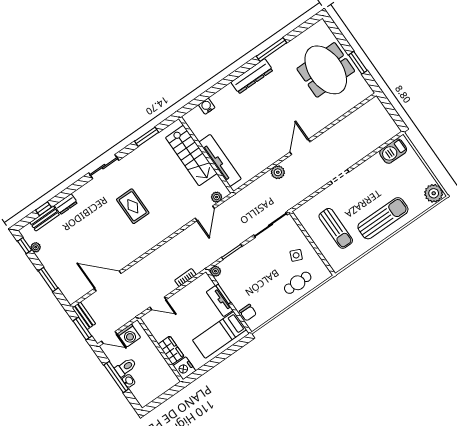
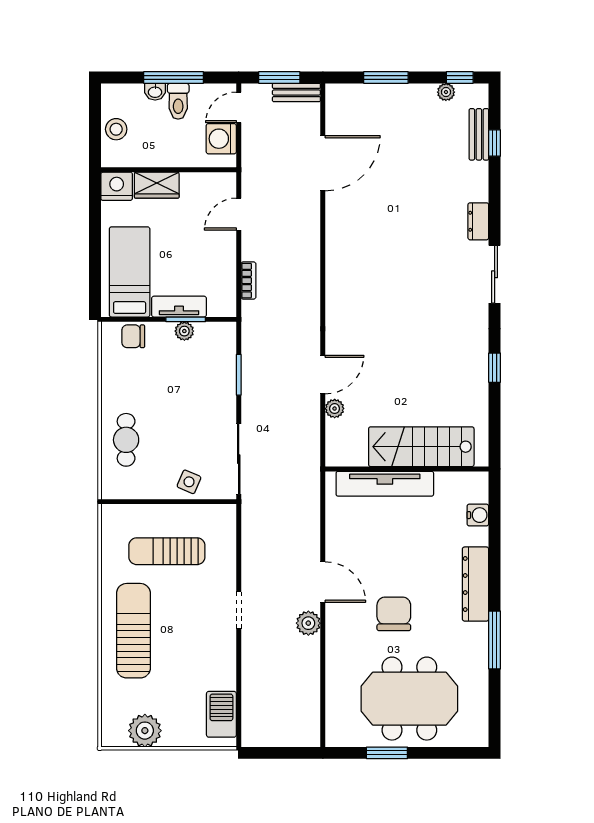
chair: (292, 104) -> (394, 614), added
water cooler: (207, 106) -> (478, 515), moved
window: (147, 137) -> (495, 368), width x0.67
wall: (206, 155) -> (407, 469), moved
stairs: (191, 156) -> (421, 447), moved
tv unit: (220, 160) -> (385, 484), moved
plant: (278, 172) -> (308, 623), moved
plant: (434, 193) -> (145, 731), moved
dresser: (66, 204) -> (478, 221), moved
rug: (133, 206) -> (407, 276), removed
door: (205, 213) -> (323, 375), swing flipped
sun lounger: (383, 218) -> (133, 631), turned 180
side table: (296, 255) -> (189, 482), moved
plant: (215, 271) -> (184, 331), moved
stool: (158, 387) -> (116, 129), added

